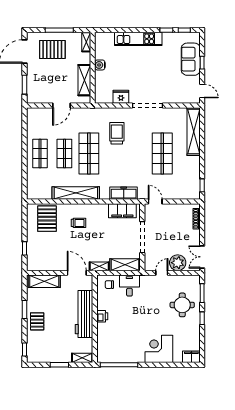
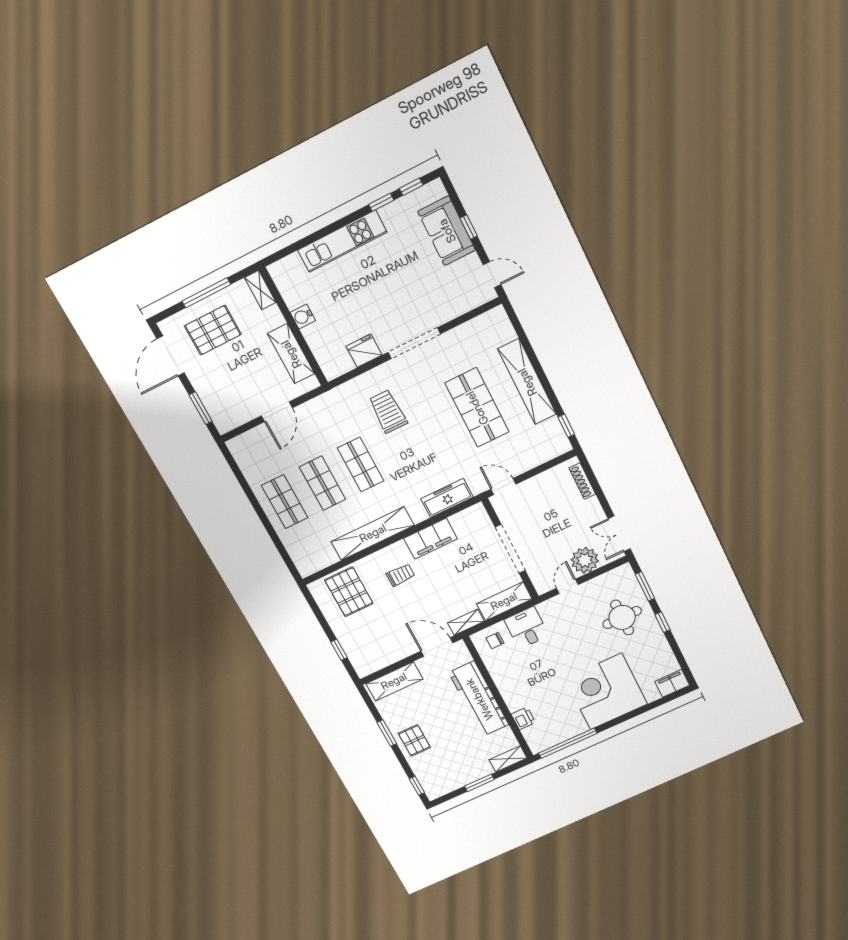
shelving: (194, 132) -> (527, 382), moved
shop shelf: (89, 154) -> (361, 464), width x0.70, depth x0.74
filing cabinet: (122, 211) -> (430, 539), moved
printer: (102, 316) -> (523, 718), moved
corner desk: (159, 349) -> (606, 691), width x1.36, depth x1.36

